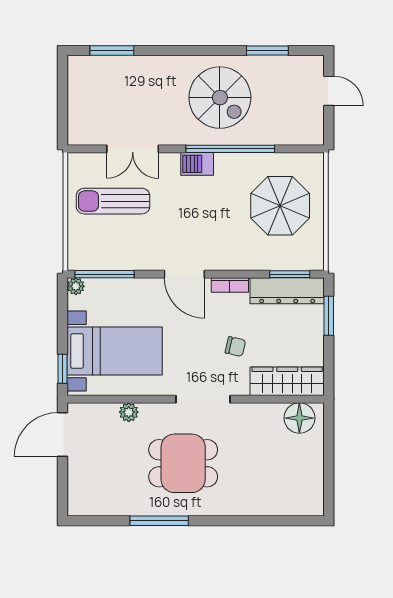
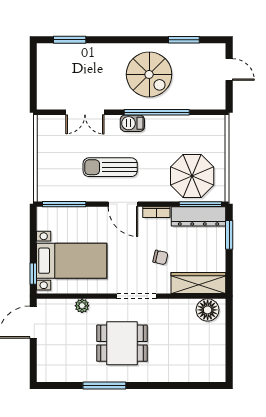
sun lounger: (113, 201) -> (110, 167), moved
parasol: (280, 206) -> (192, 176), moved
window: (290, 274) -> (200, 204), width x1.44
plant: (76, 286) -> (43, 213), removed

